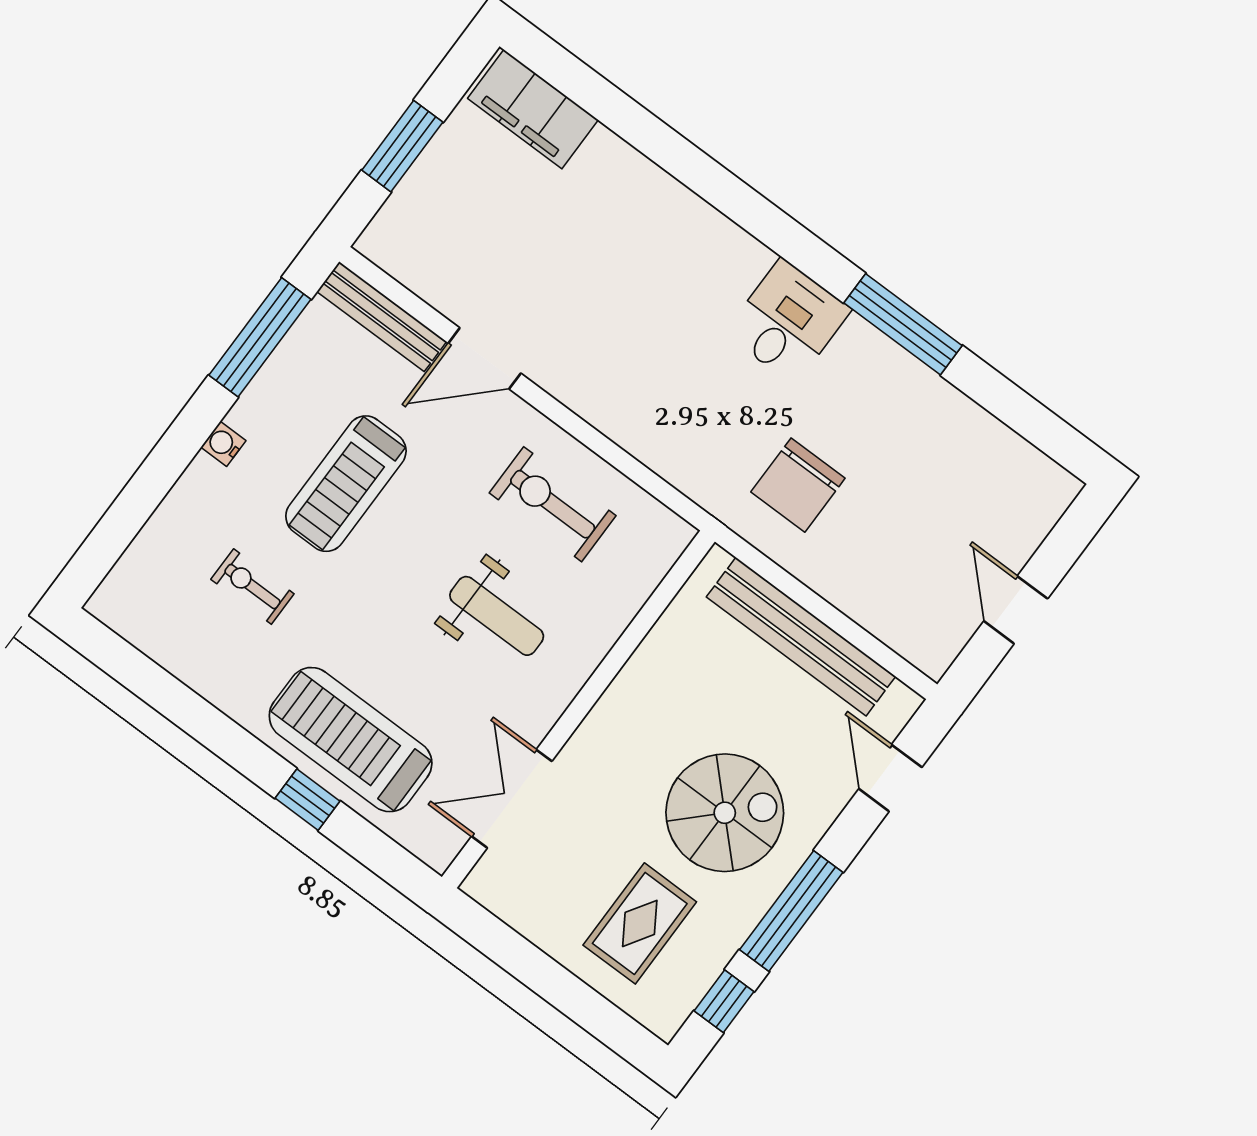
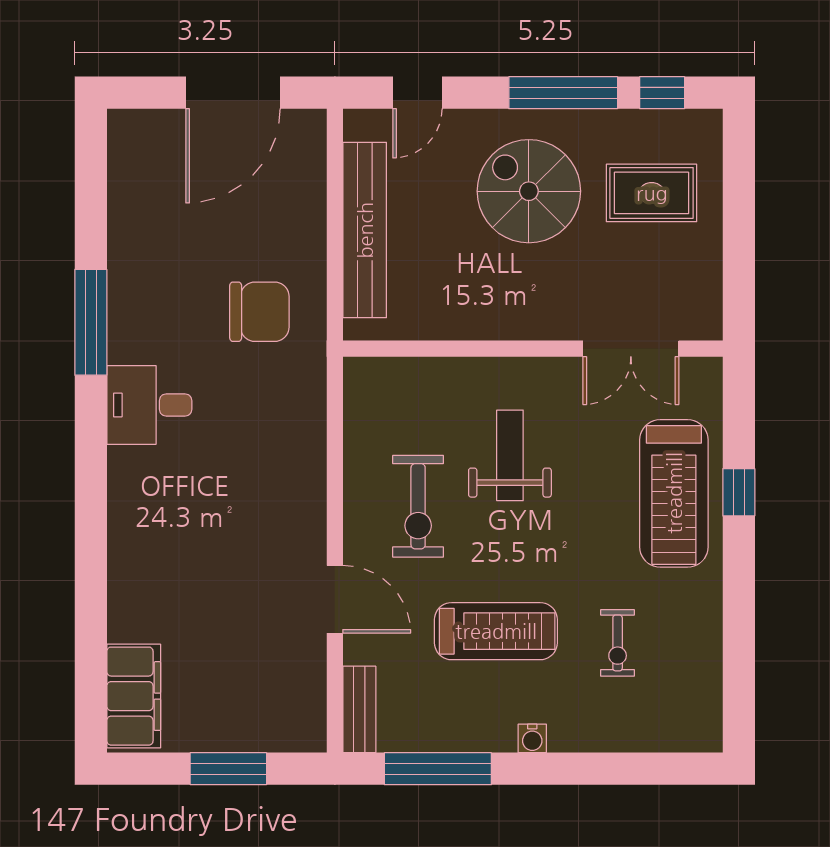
bench: (382, 317) -> (359, 709), width x0.73
exercise bike: (553, 504) -> (418, 506), moved
door: (1016, 610) -> (233, 93), width x1.88

